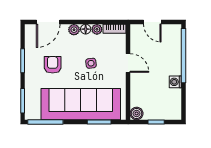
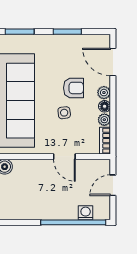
door: (128, 63) -> (64, 157), hinge flipped
armchair: (53, 65) -> (73, 88), moved
washing machine: (175, 82) -> (86, 213), moved

